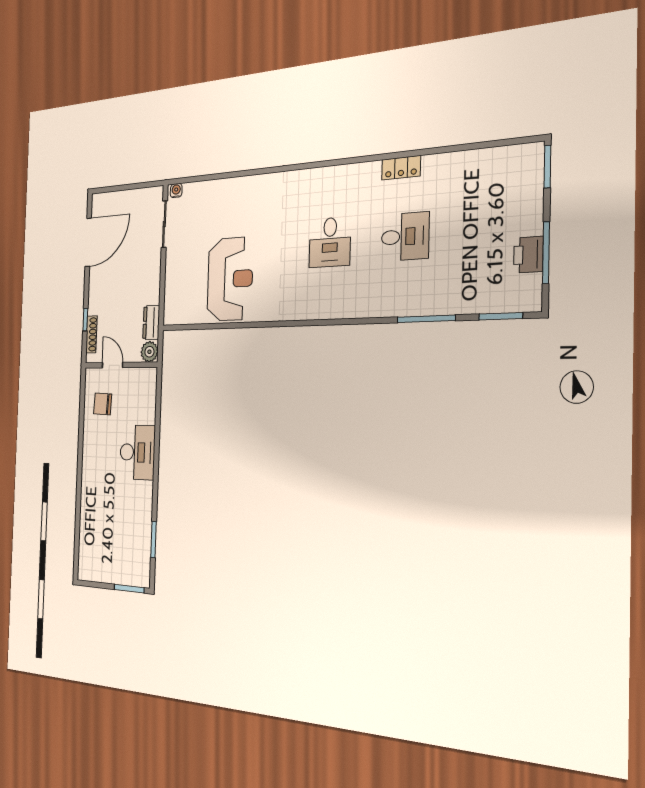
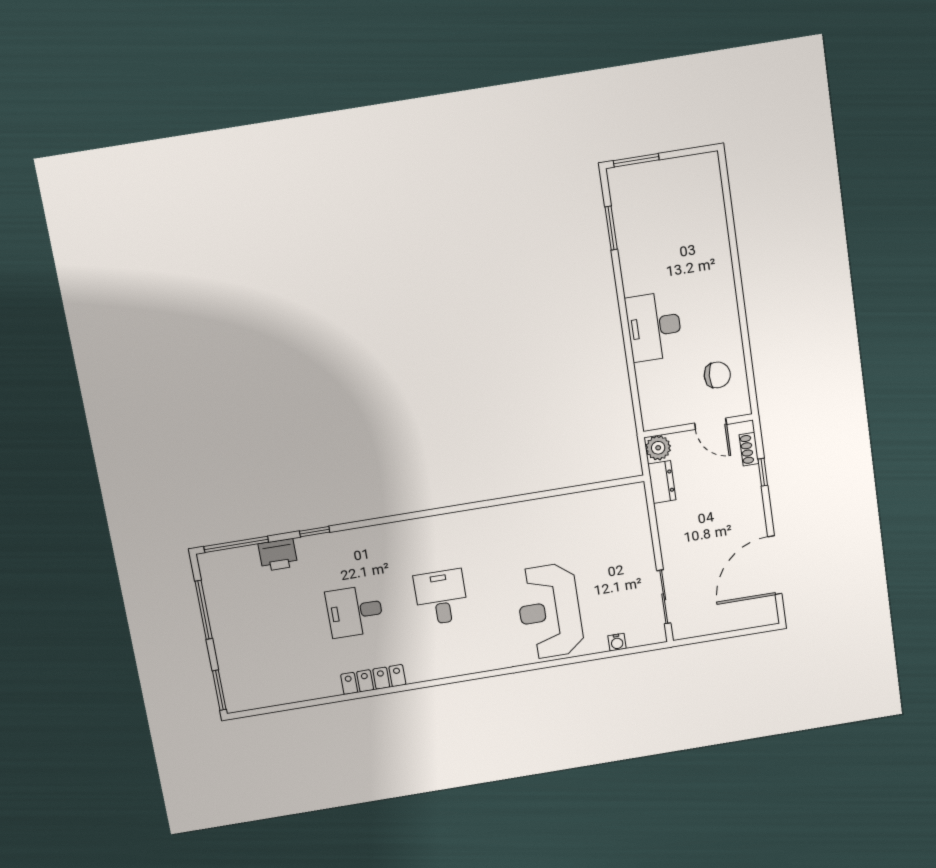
locker: (401, 168) -> (373, 679), width x1.53
water cooler: (176, 191) -> (617, 642), moved
printer: (528, 255) -> (278, 555), moved, turned 90
reception desk: (230, 279) -> (550, 611), moved
window: (501, 316) -> (236, 544), width x1.44
window: (426, 319) -> (315, 532), width x0.46
shoe rack: (91, 334) -> (749, 449), width x0.70

